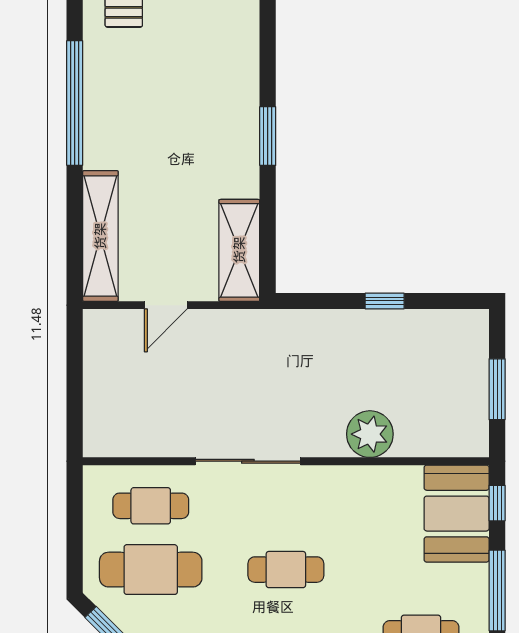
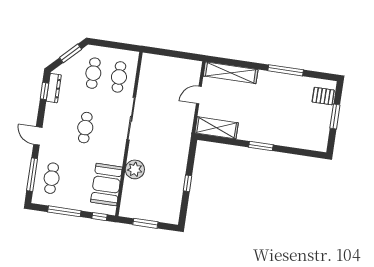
window: (75, 103) -> (286, 70), width x0.68
door: (166, 305) -> (199, 95), hinge flipped
booth: (457, 514) -> (106, 185), moved, turned 90
cafe table: (151, 570) -> (93, 73), width x0.73, depth x0.74

